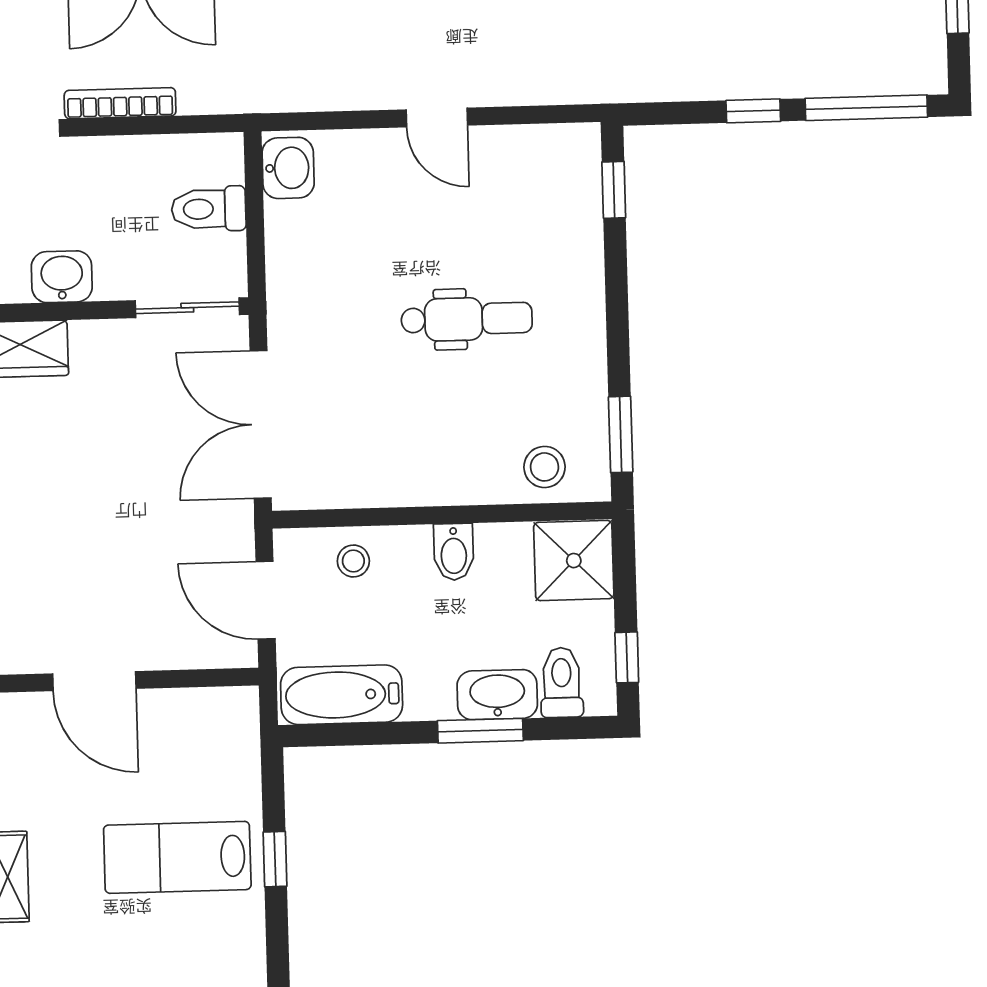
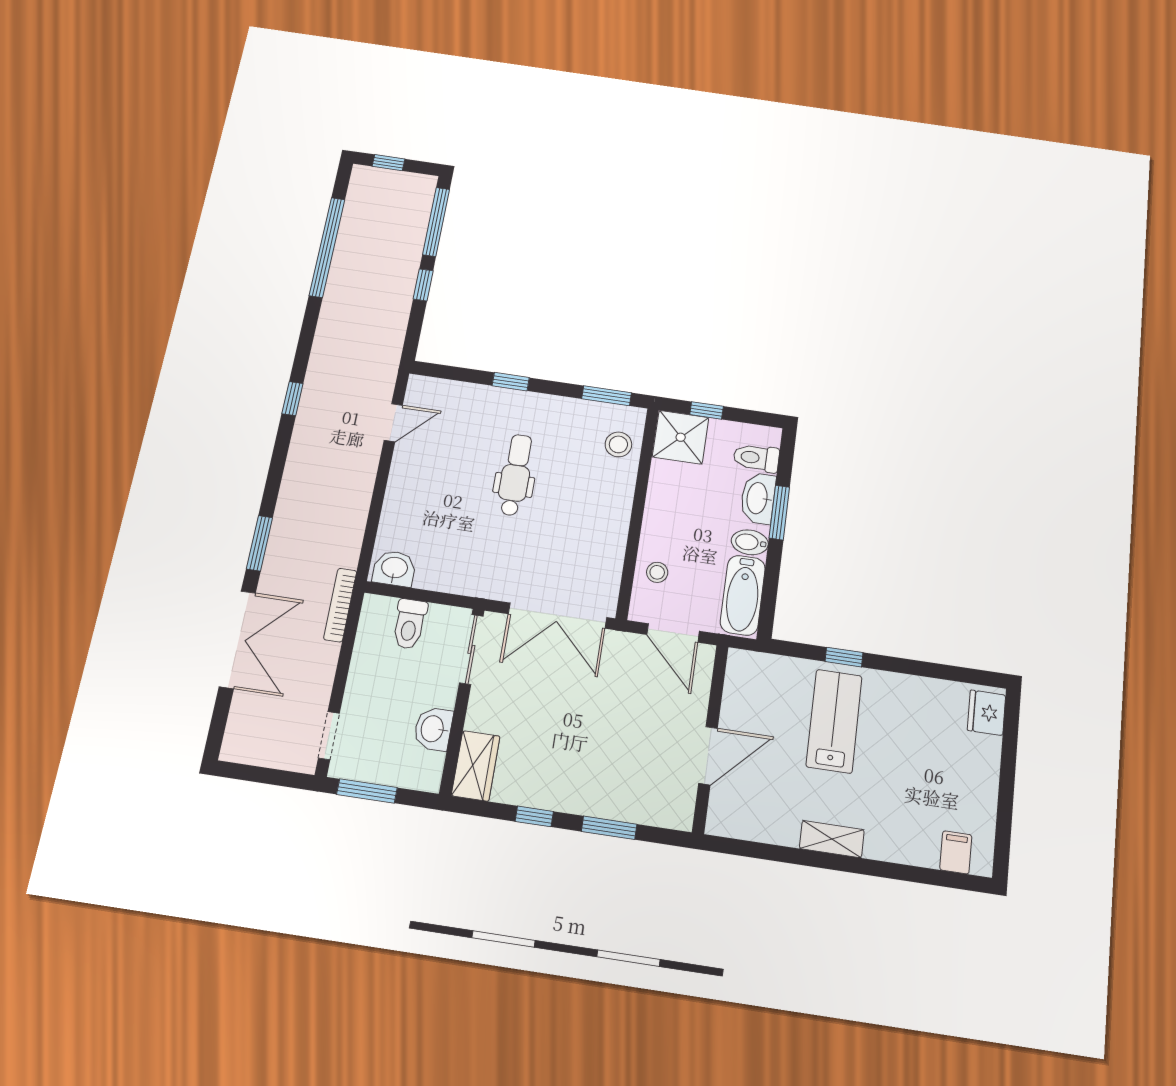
bookcase: (120, 103) -> (340, 605), moved
door: (437, 117) -> (393, 423), moved
window: (614, 190) -> (511, 382), moved
bidet: (454, 552) -> (750, 542), moved, turned 180
door: (266, 600) -> (673, 633), hinge flipped
window: (627, 657) -> (707, 410), moved
lab bench: (177, 857) -> (834, 721), turned 180

